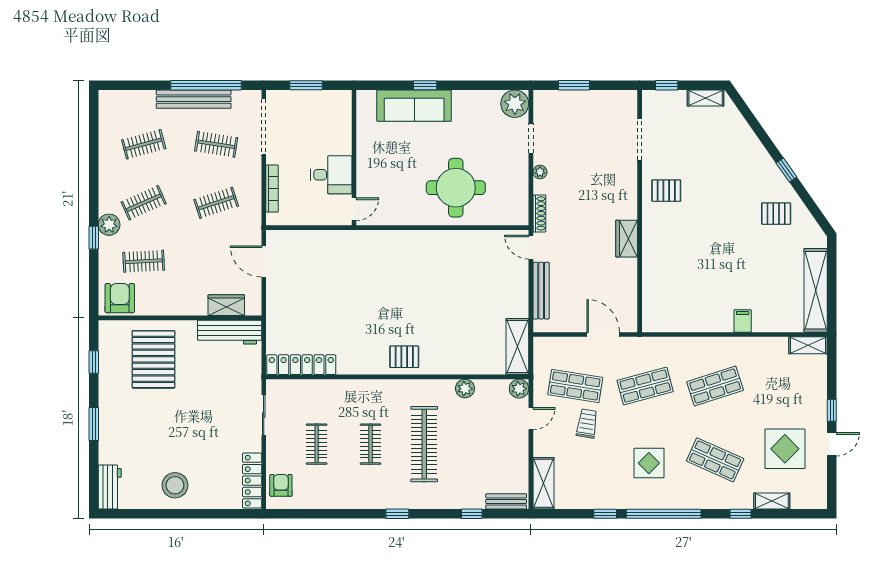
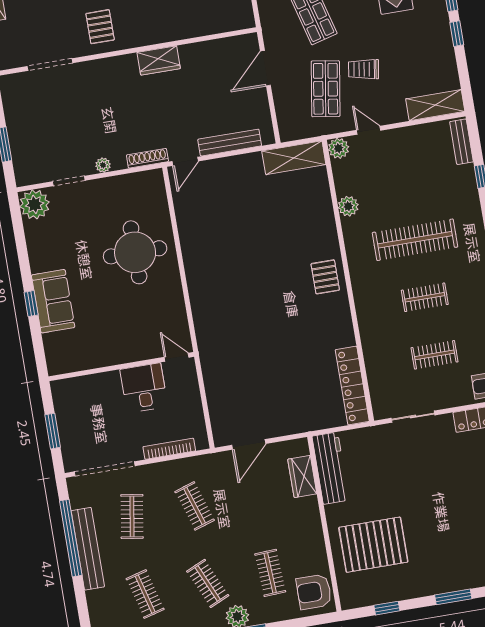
sofa: (414, 106) -> (53, 301), width x0.73

